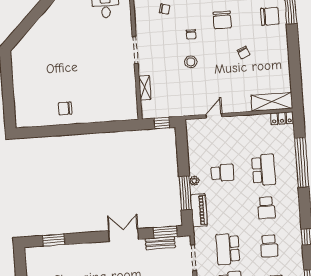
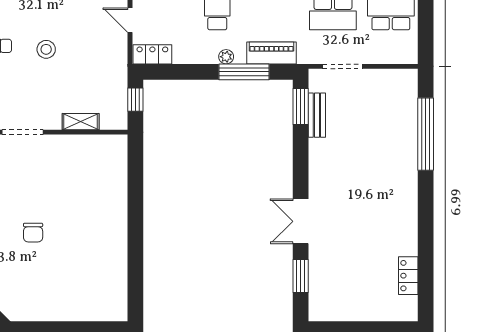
chair: (65, 108) -> (33, 233), moved
locker: (193, 132) -> (152, 54), added
double door: (124, 235) -> (301, 221), moved

